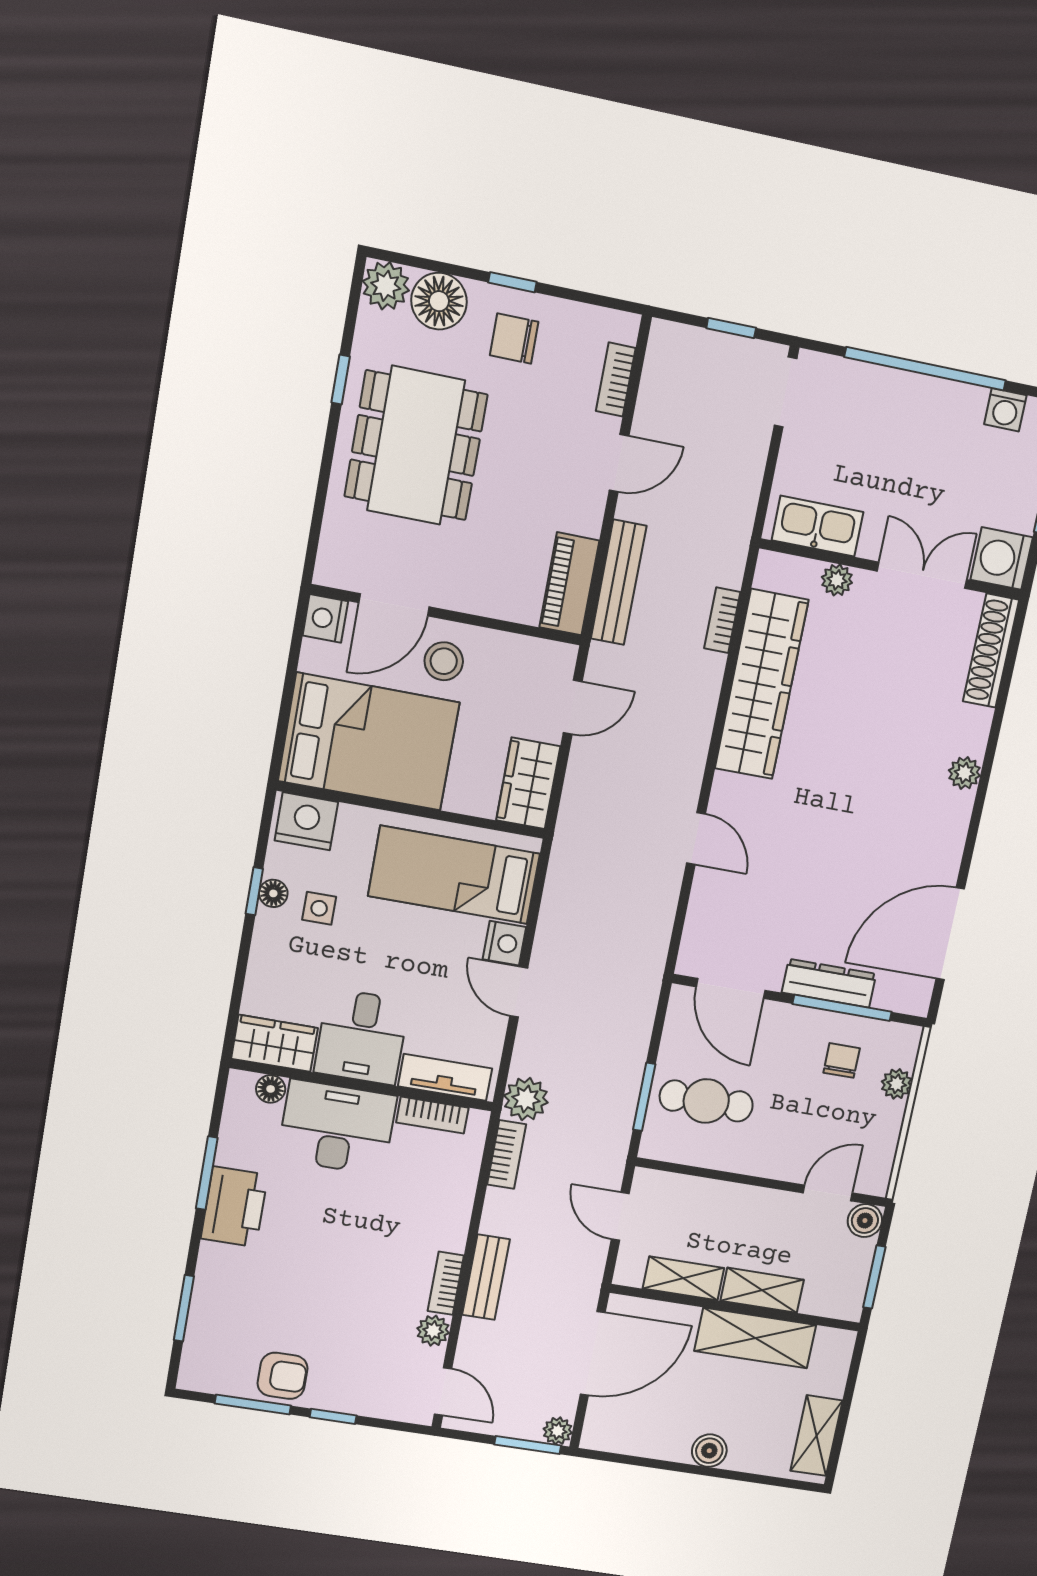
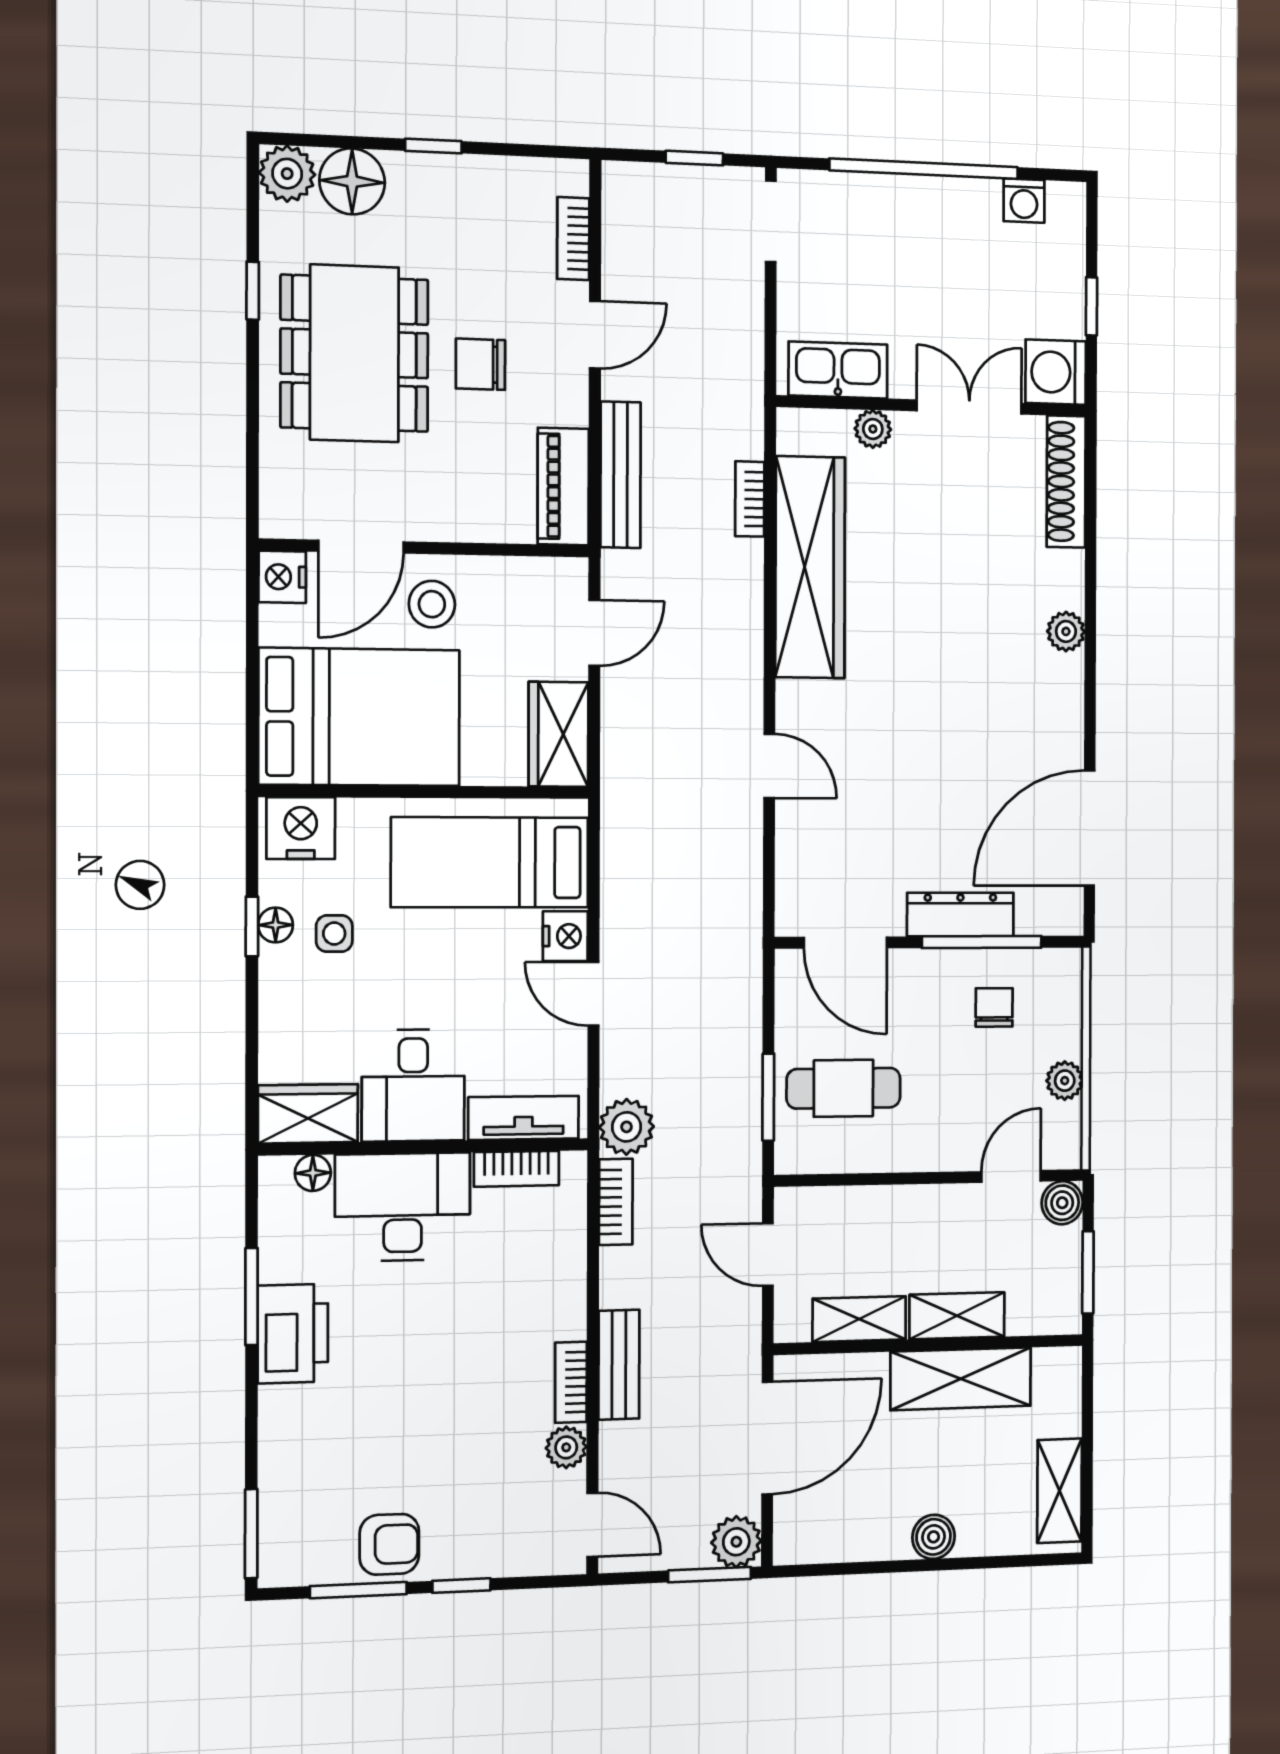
chair: (514, 339) -> (480, 364), moved
plant: (897, 1084) -> (1065, 1081), moved
window: (184, 1308) -> (251, 1534), moved
plant: (558, 1431) -> (736, 1542), width x1.38, depth x1.38

